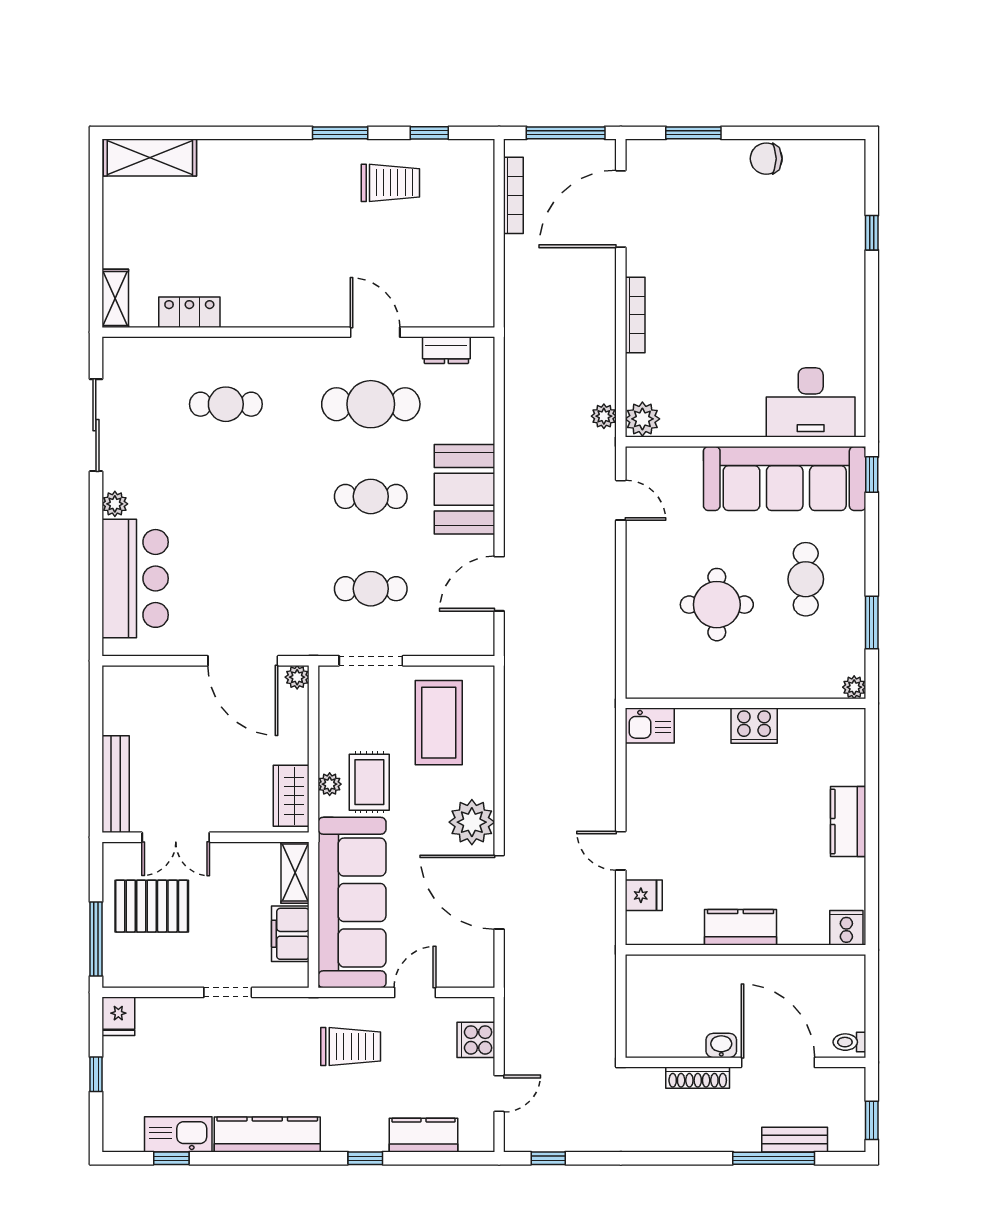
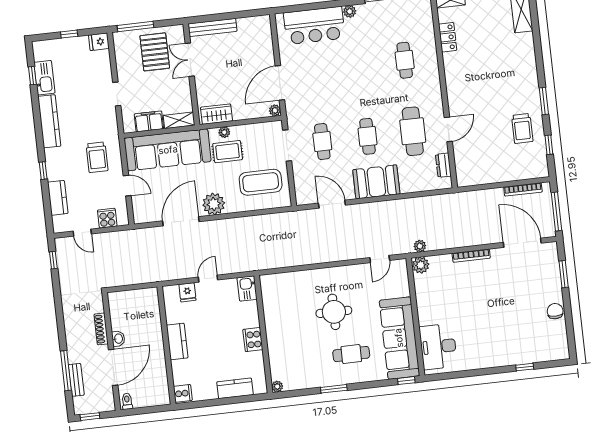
plant: (854, 687) -> (277, 386), moved
wall: (746, 703) -> (263, 334), moved
kitchen sink: (650, 726) -> (247, 288), moved
cooker: (754, 726) -> (253, 340), moved

